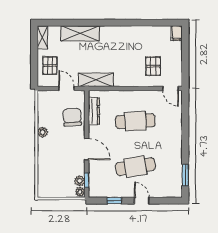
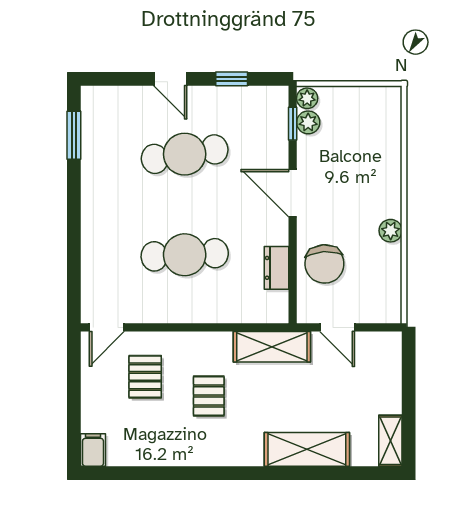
pallet: (50, 66) -> (209, 396), moved
door: (170, 88) -> (107, 327), swing flipped
dresser: (94, 111) -> (276, 268), width x0.70

